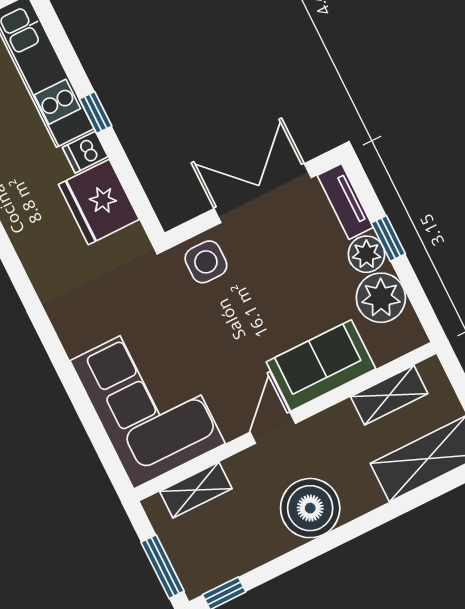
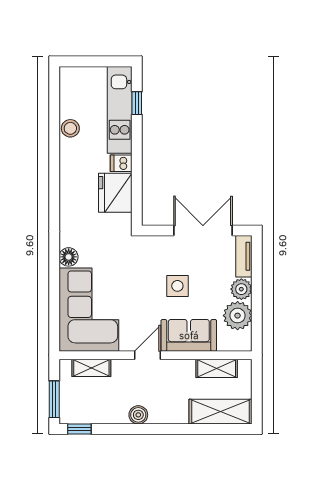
window: (96, 112) -> (137, 103), moved
window: (388, 238) -> (257, 287), removed
side table: (206, 262) -> (177, 286), moved
floor lamp: (76, 337) -> (69, 257), added
boiler: (310, 508) -> (138, 415), width x0.54, depth x0.54

